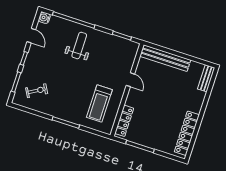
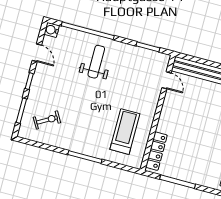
door: (130, 80) -> (167, 80), moved
treadmill: (99, 104) -> (125, 132), turned 180

